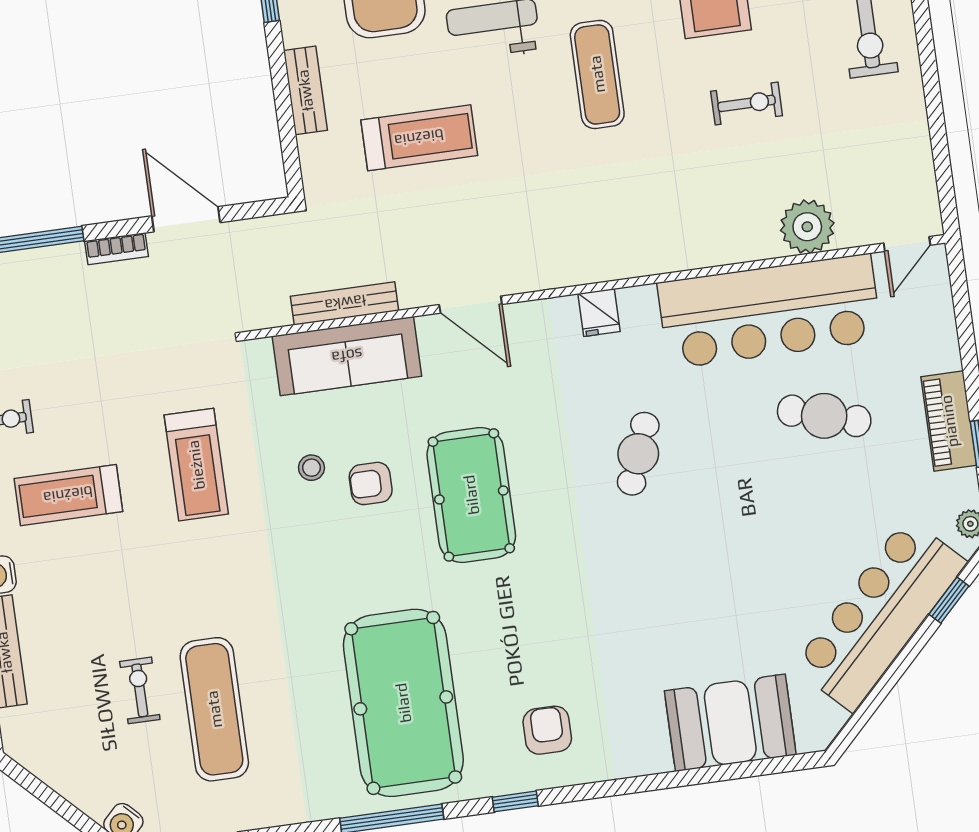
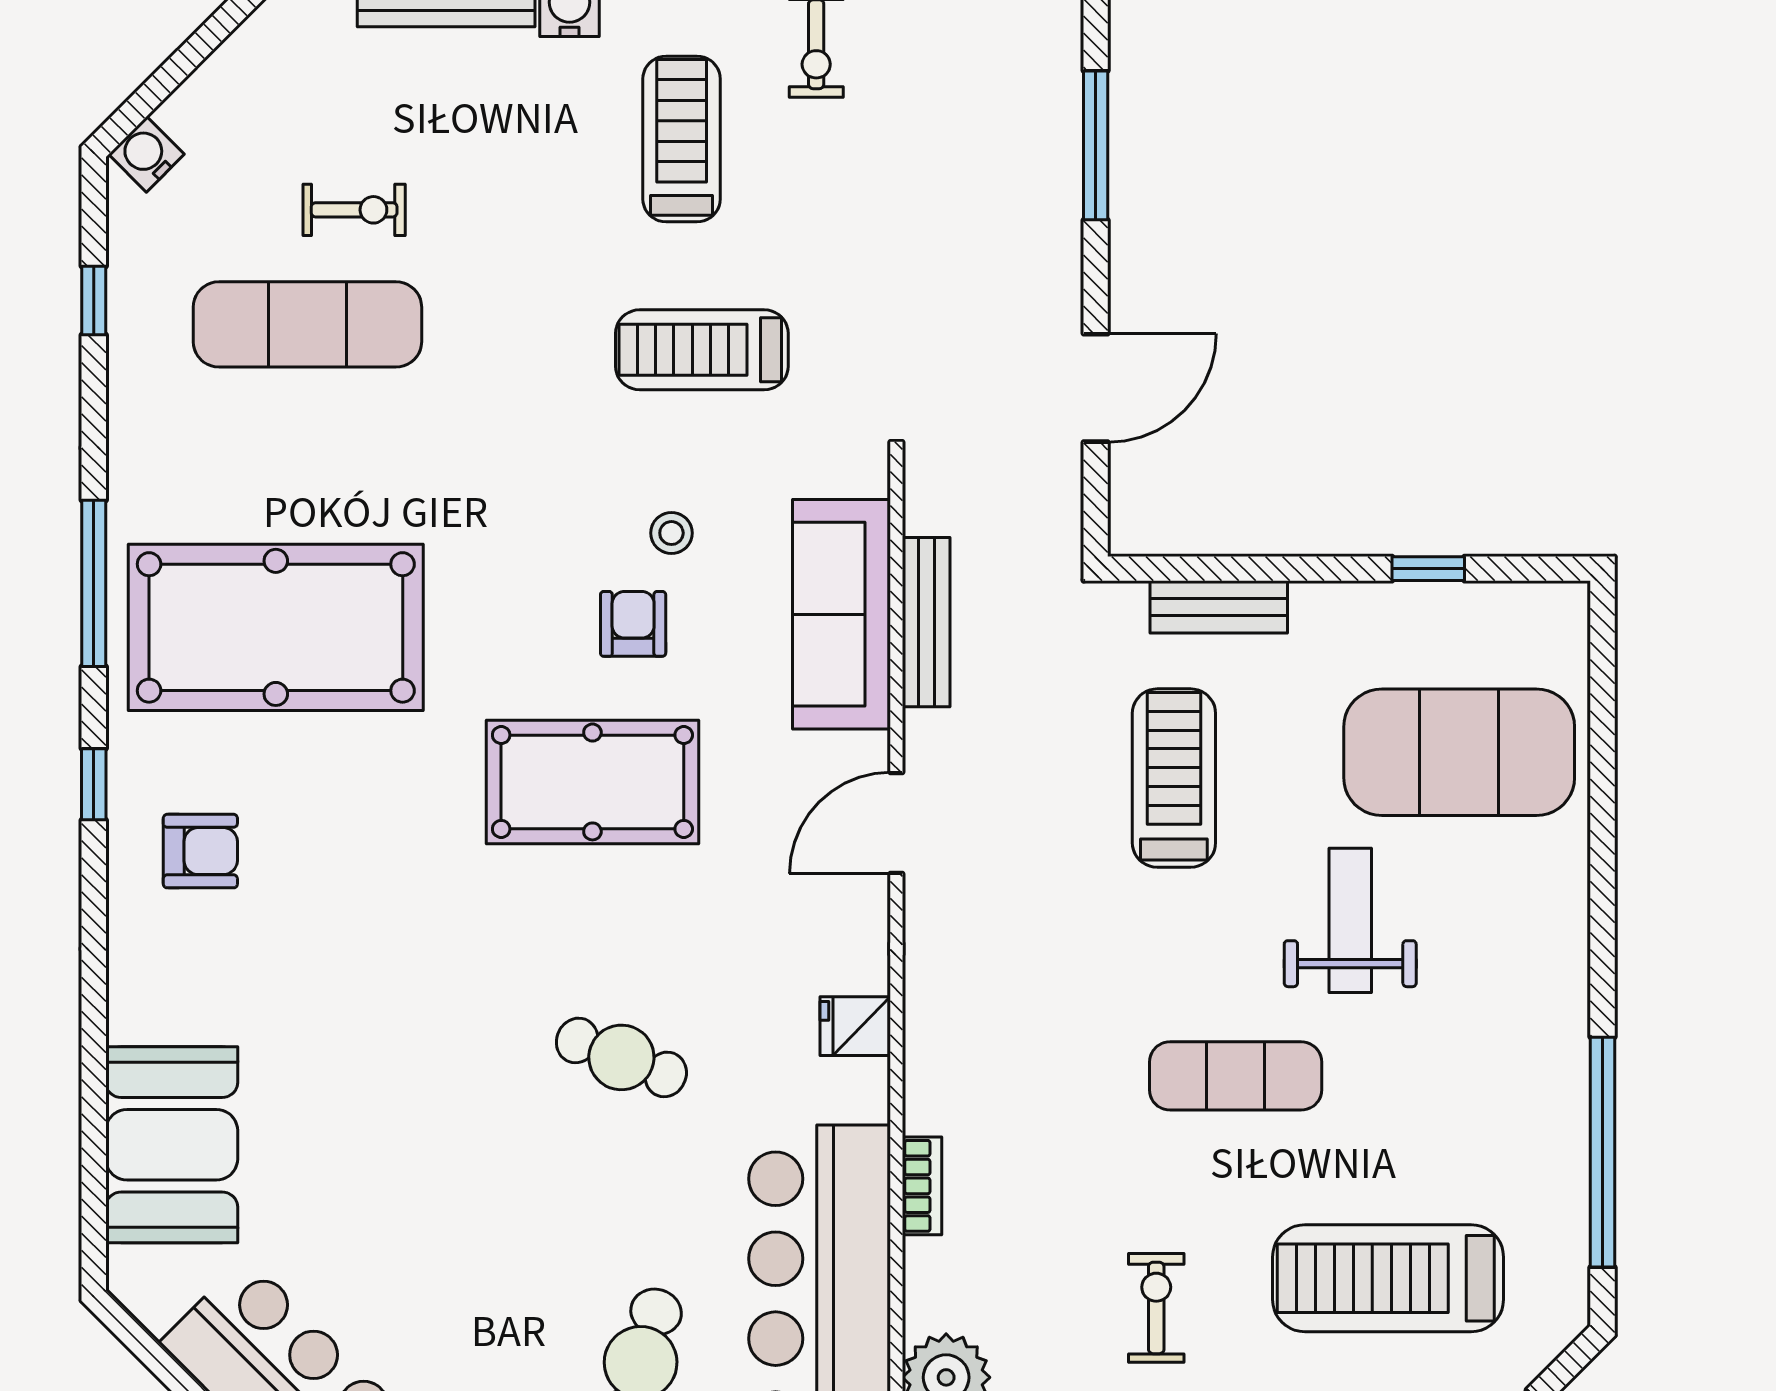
bench: (305, 90) -> (1219, 607), moved
exercise bike: (747, 103) -> (1156, 1308), turned 180
treadmill: (419, 138) -> (1174, 778), turned 180
bookcase: (116, 249) -> (922, 1186), moved, turned 180

